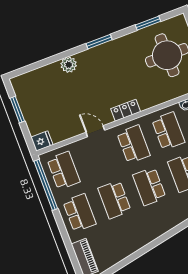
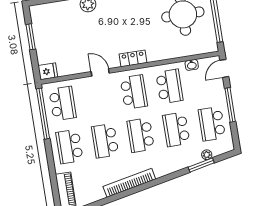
school desk: (80, 213) -> (69, 147), turned 180
bookcase: (148, 237) -> (129, 183), added

